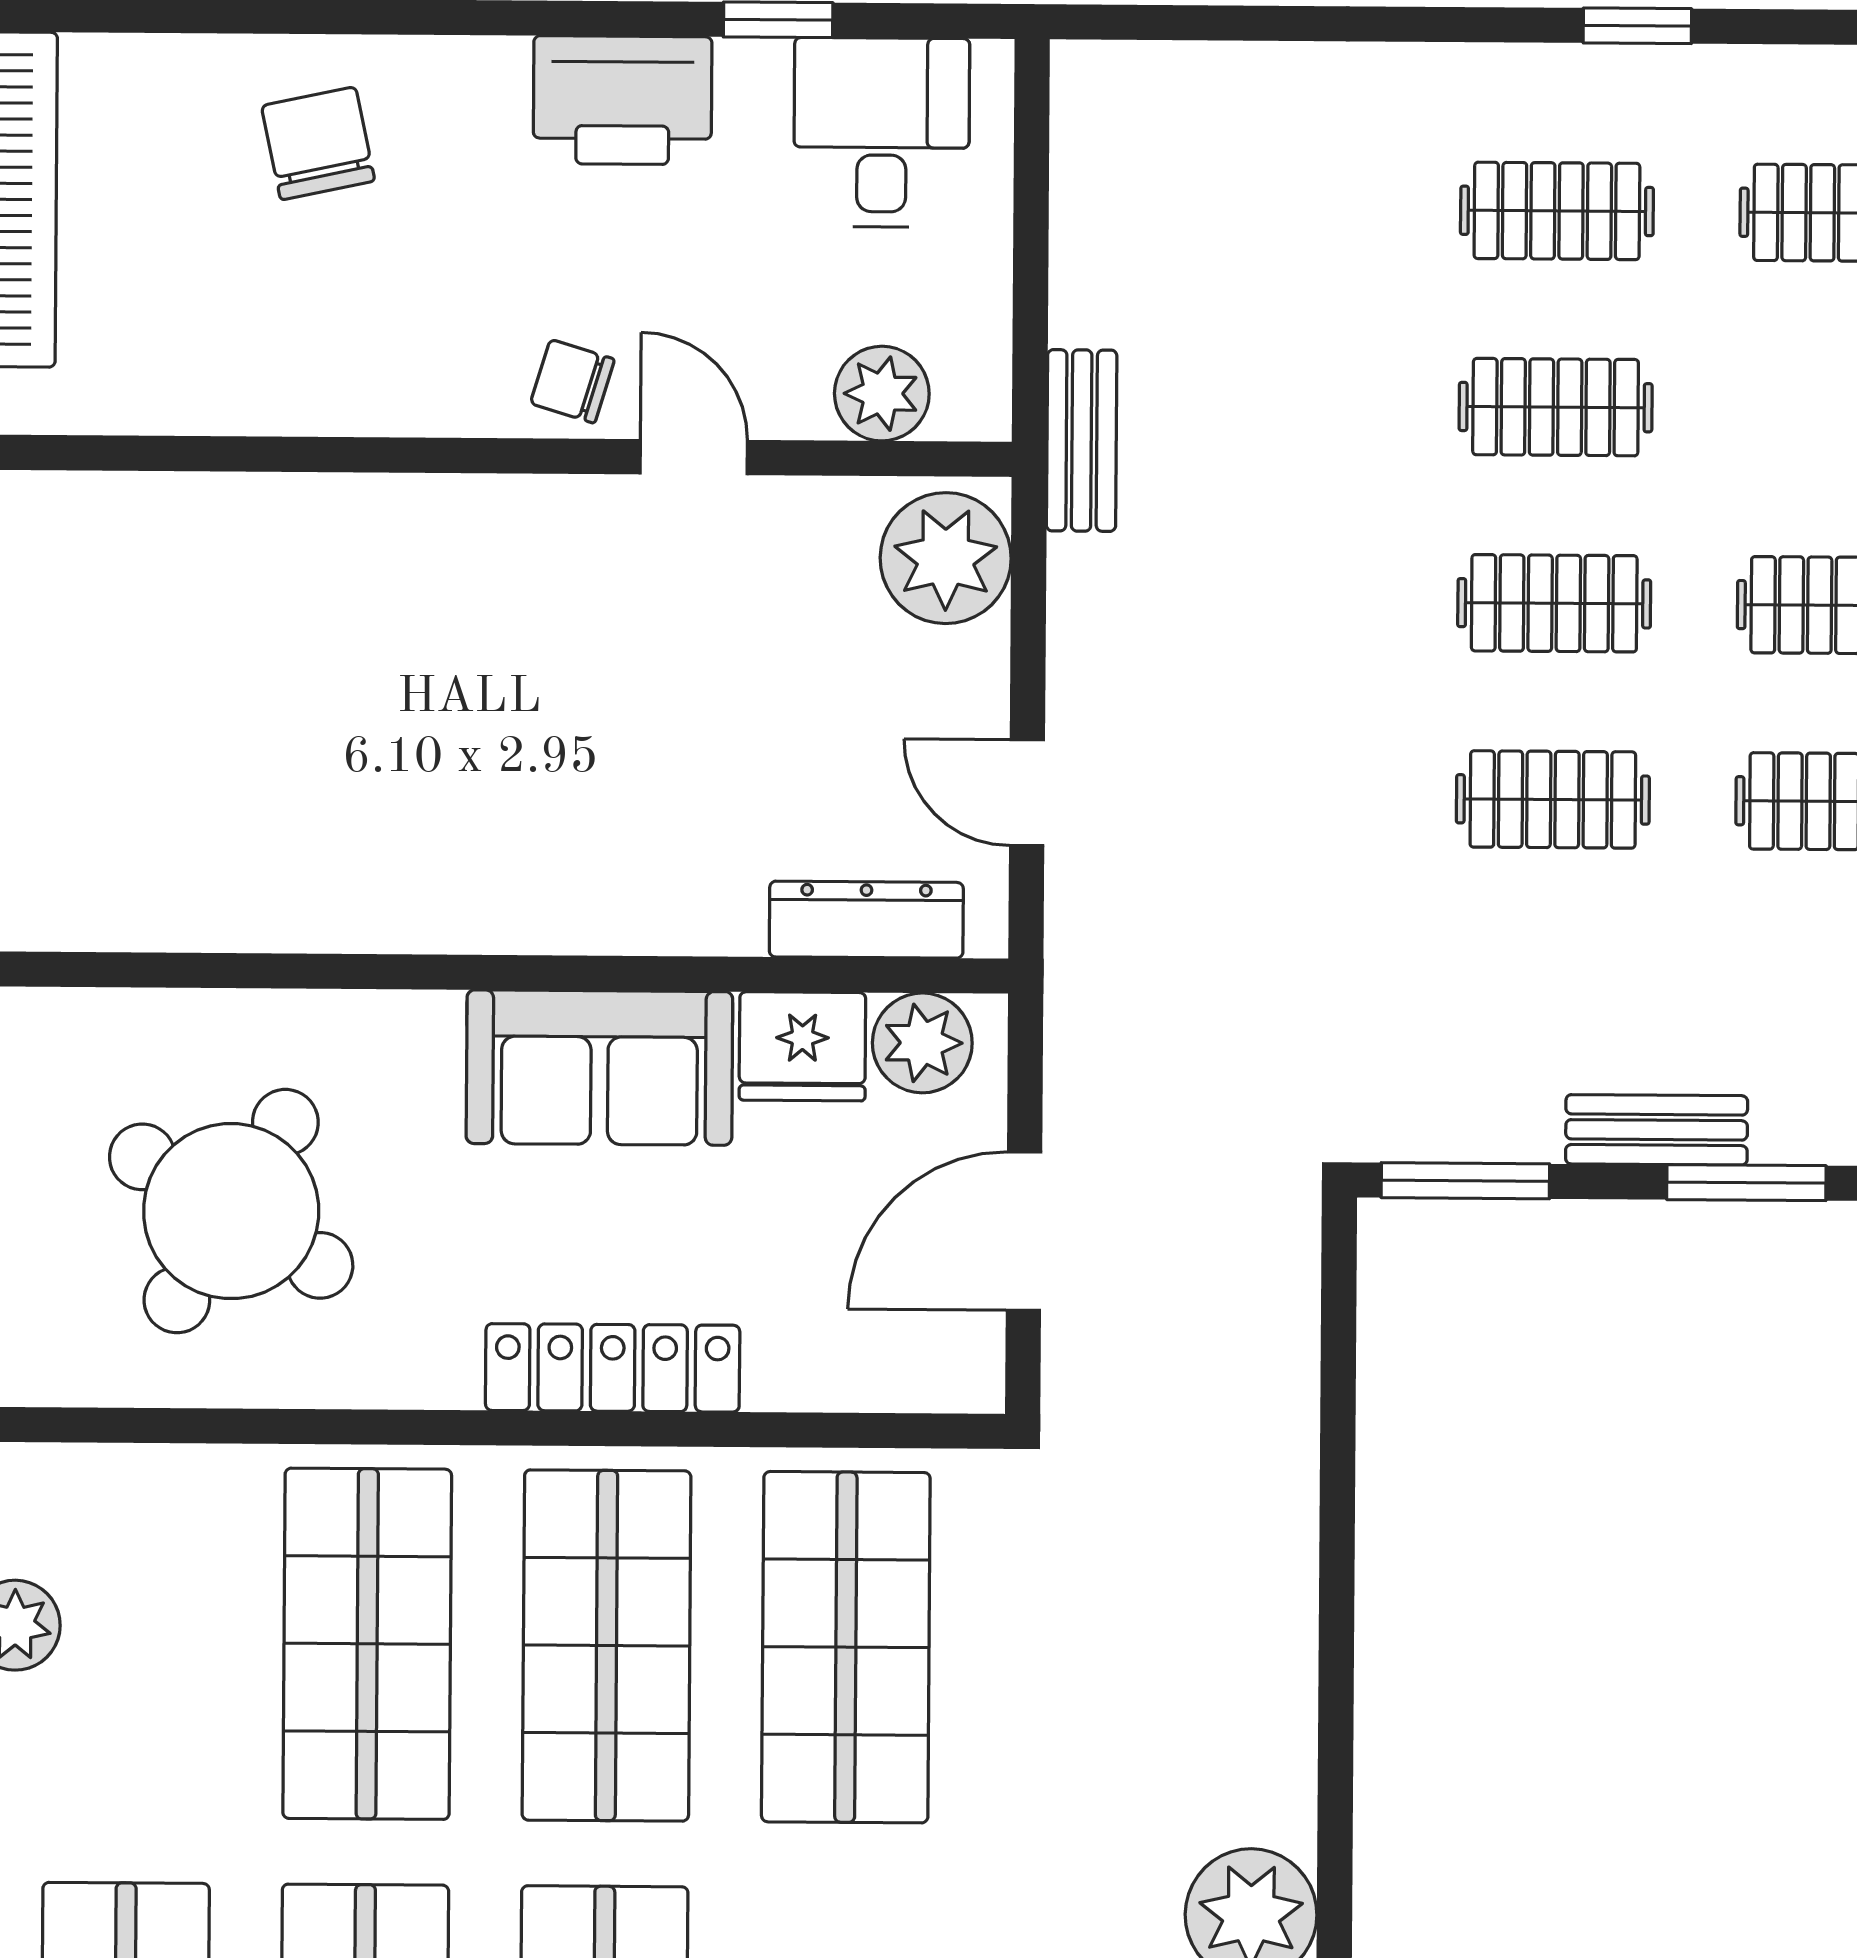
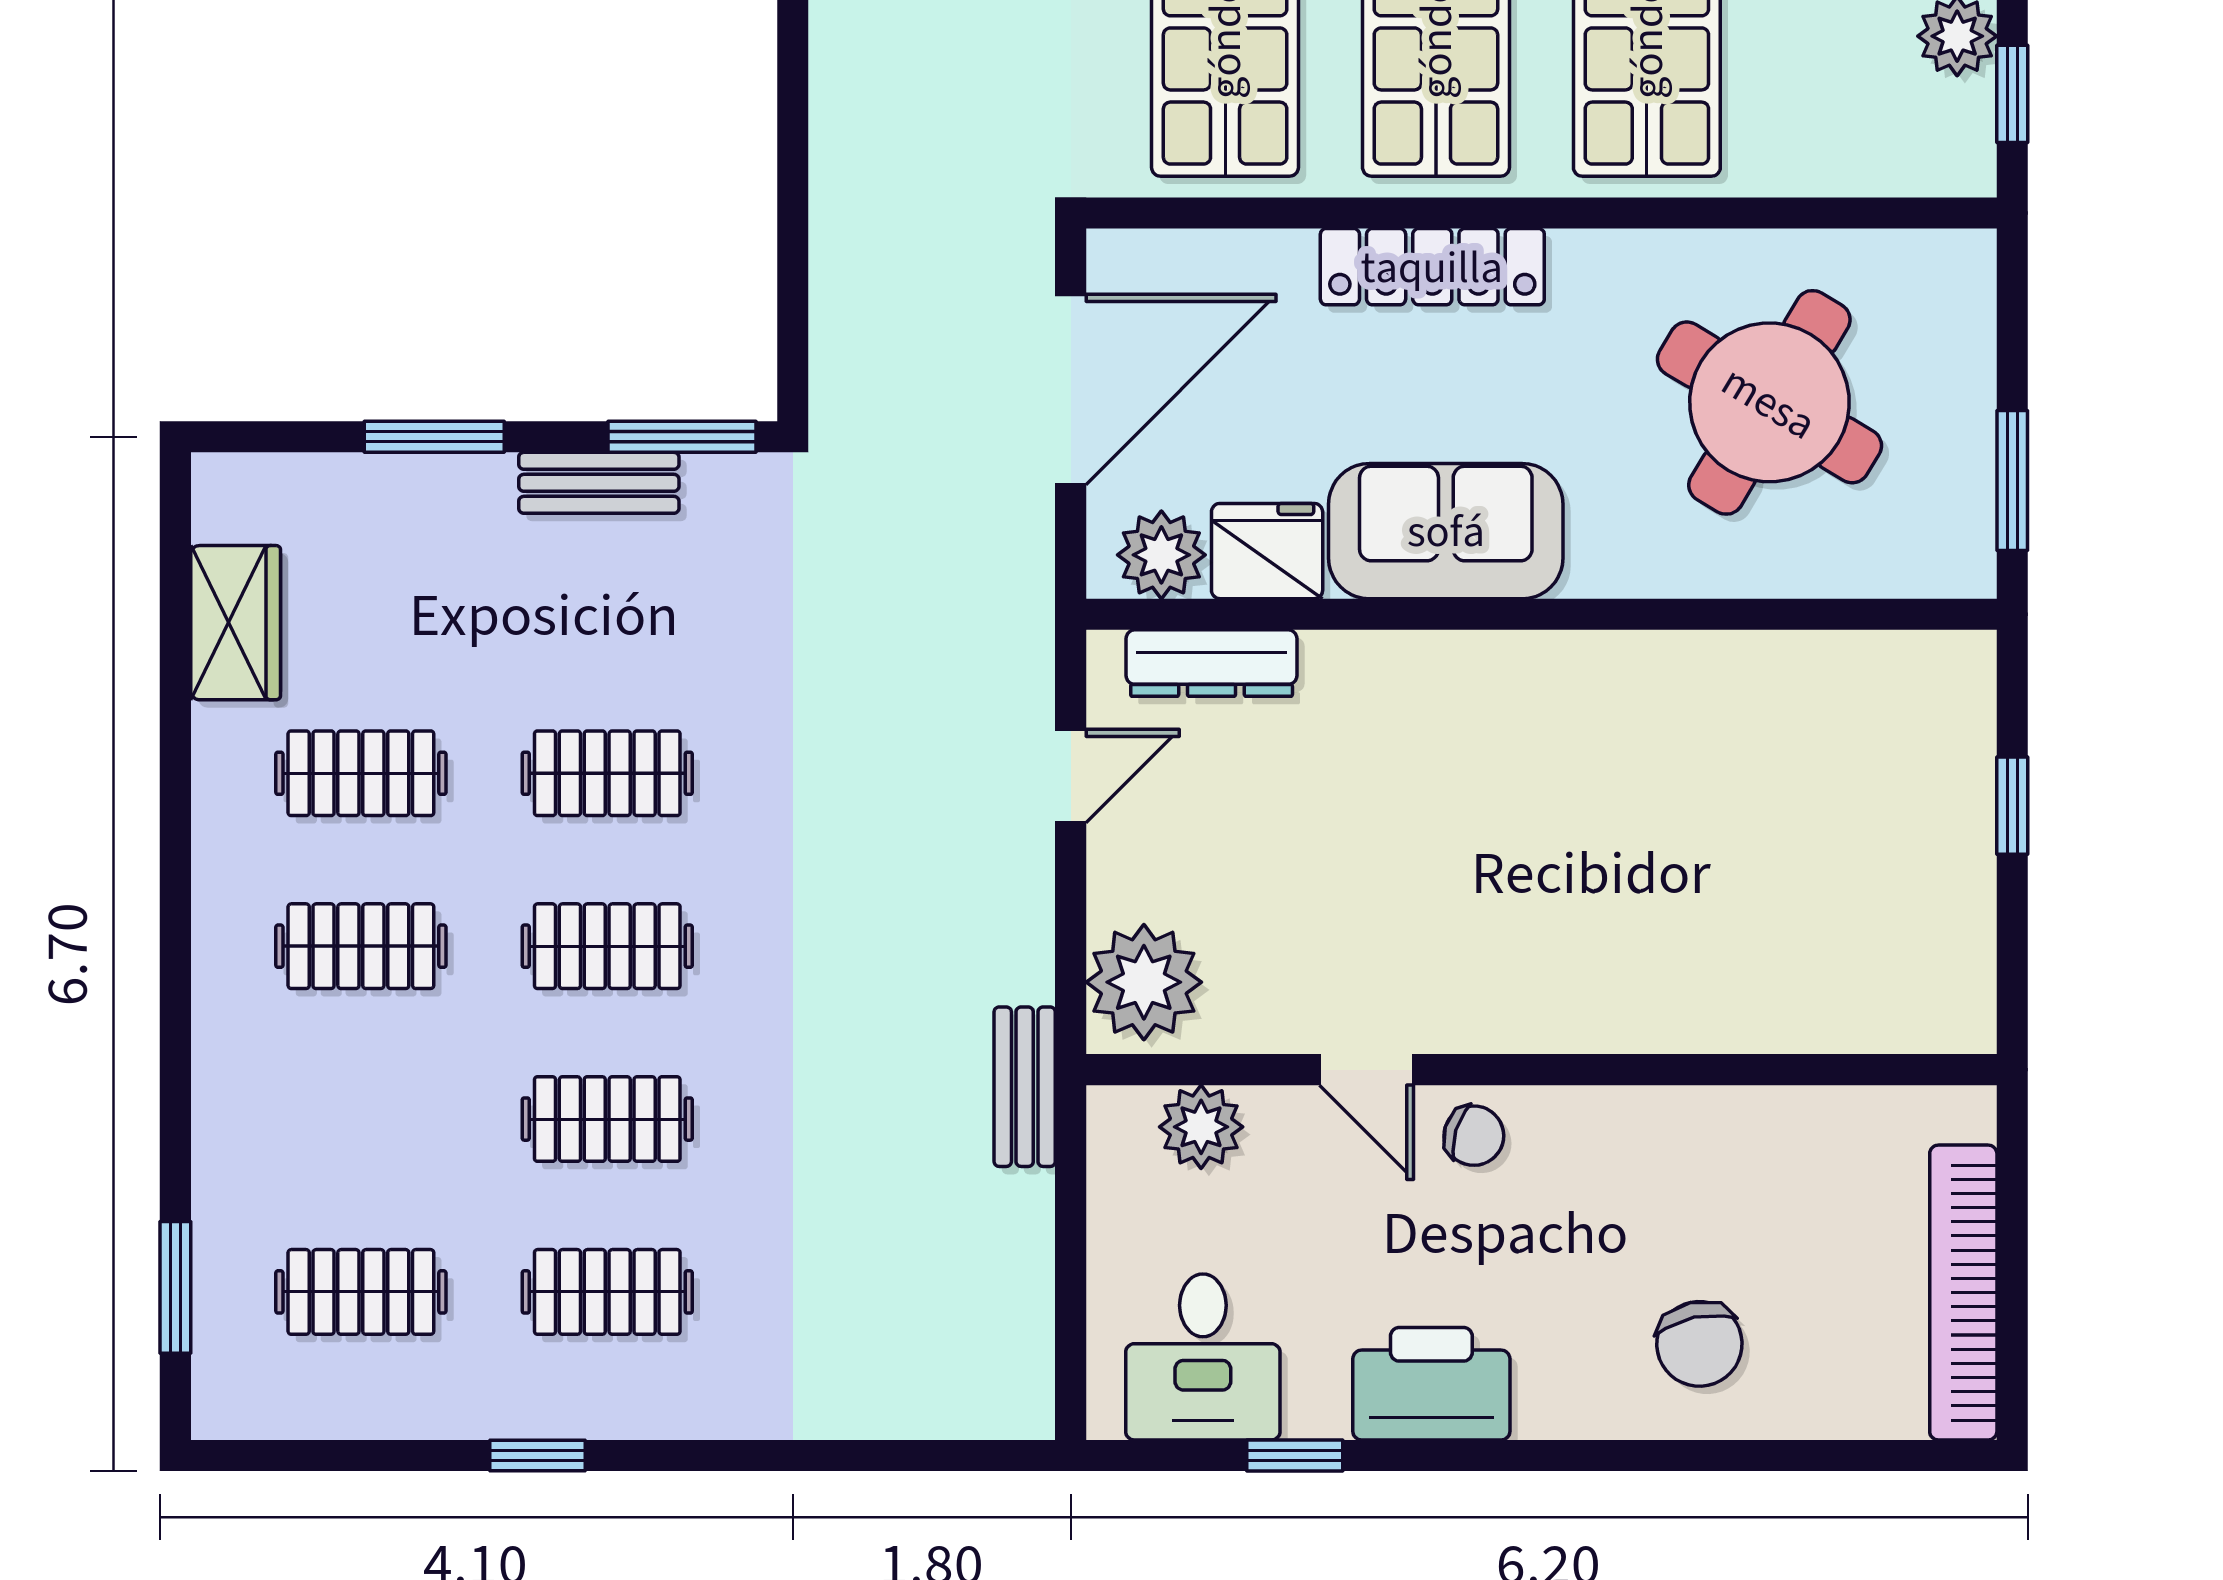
door: (1027, 793) -> (1071, 776), hinge flipped
bench: (1657, 1130) -> (599, 483), moved
door: (1024, 1231) -> (1071, 390), width x1.36

